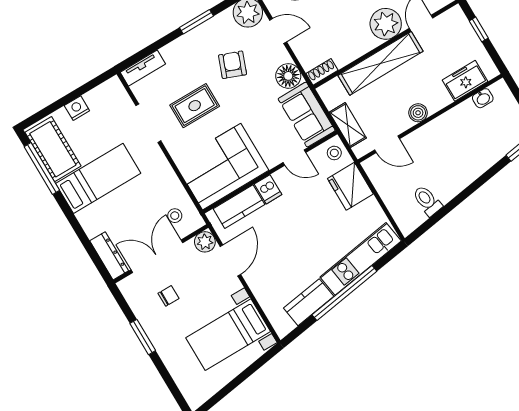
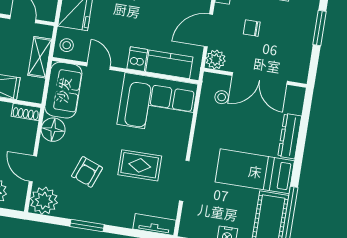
dresser: (109, 256) -> (290, 136), moved
chair: (168, 296) -> (252, 28), moved

